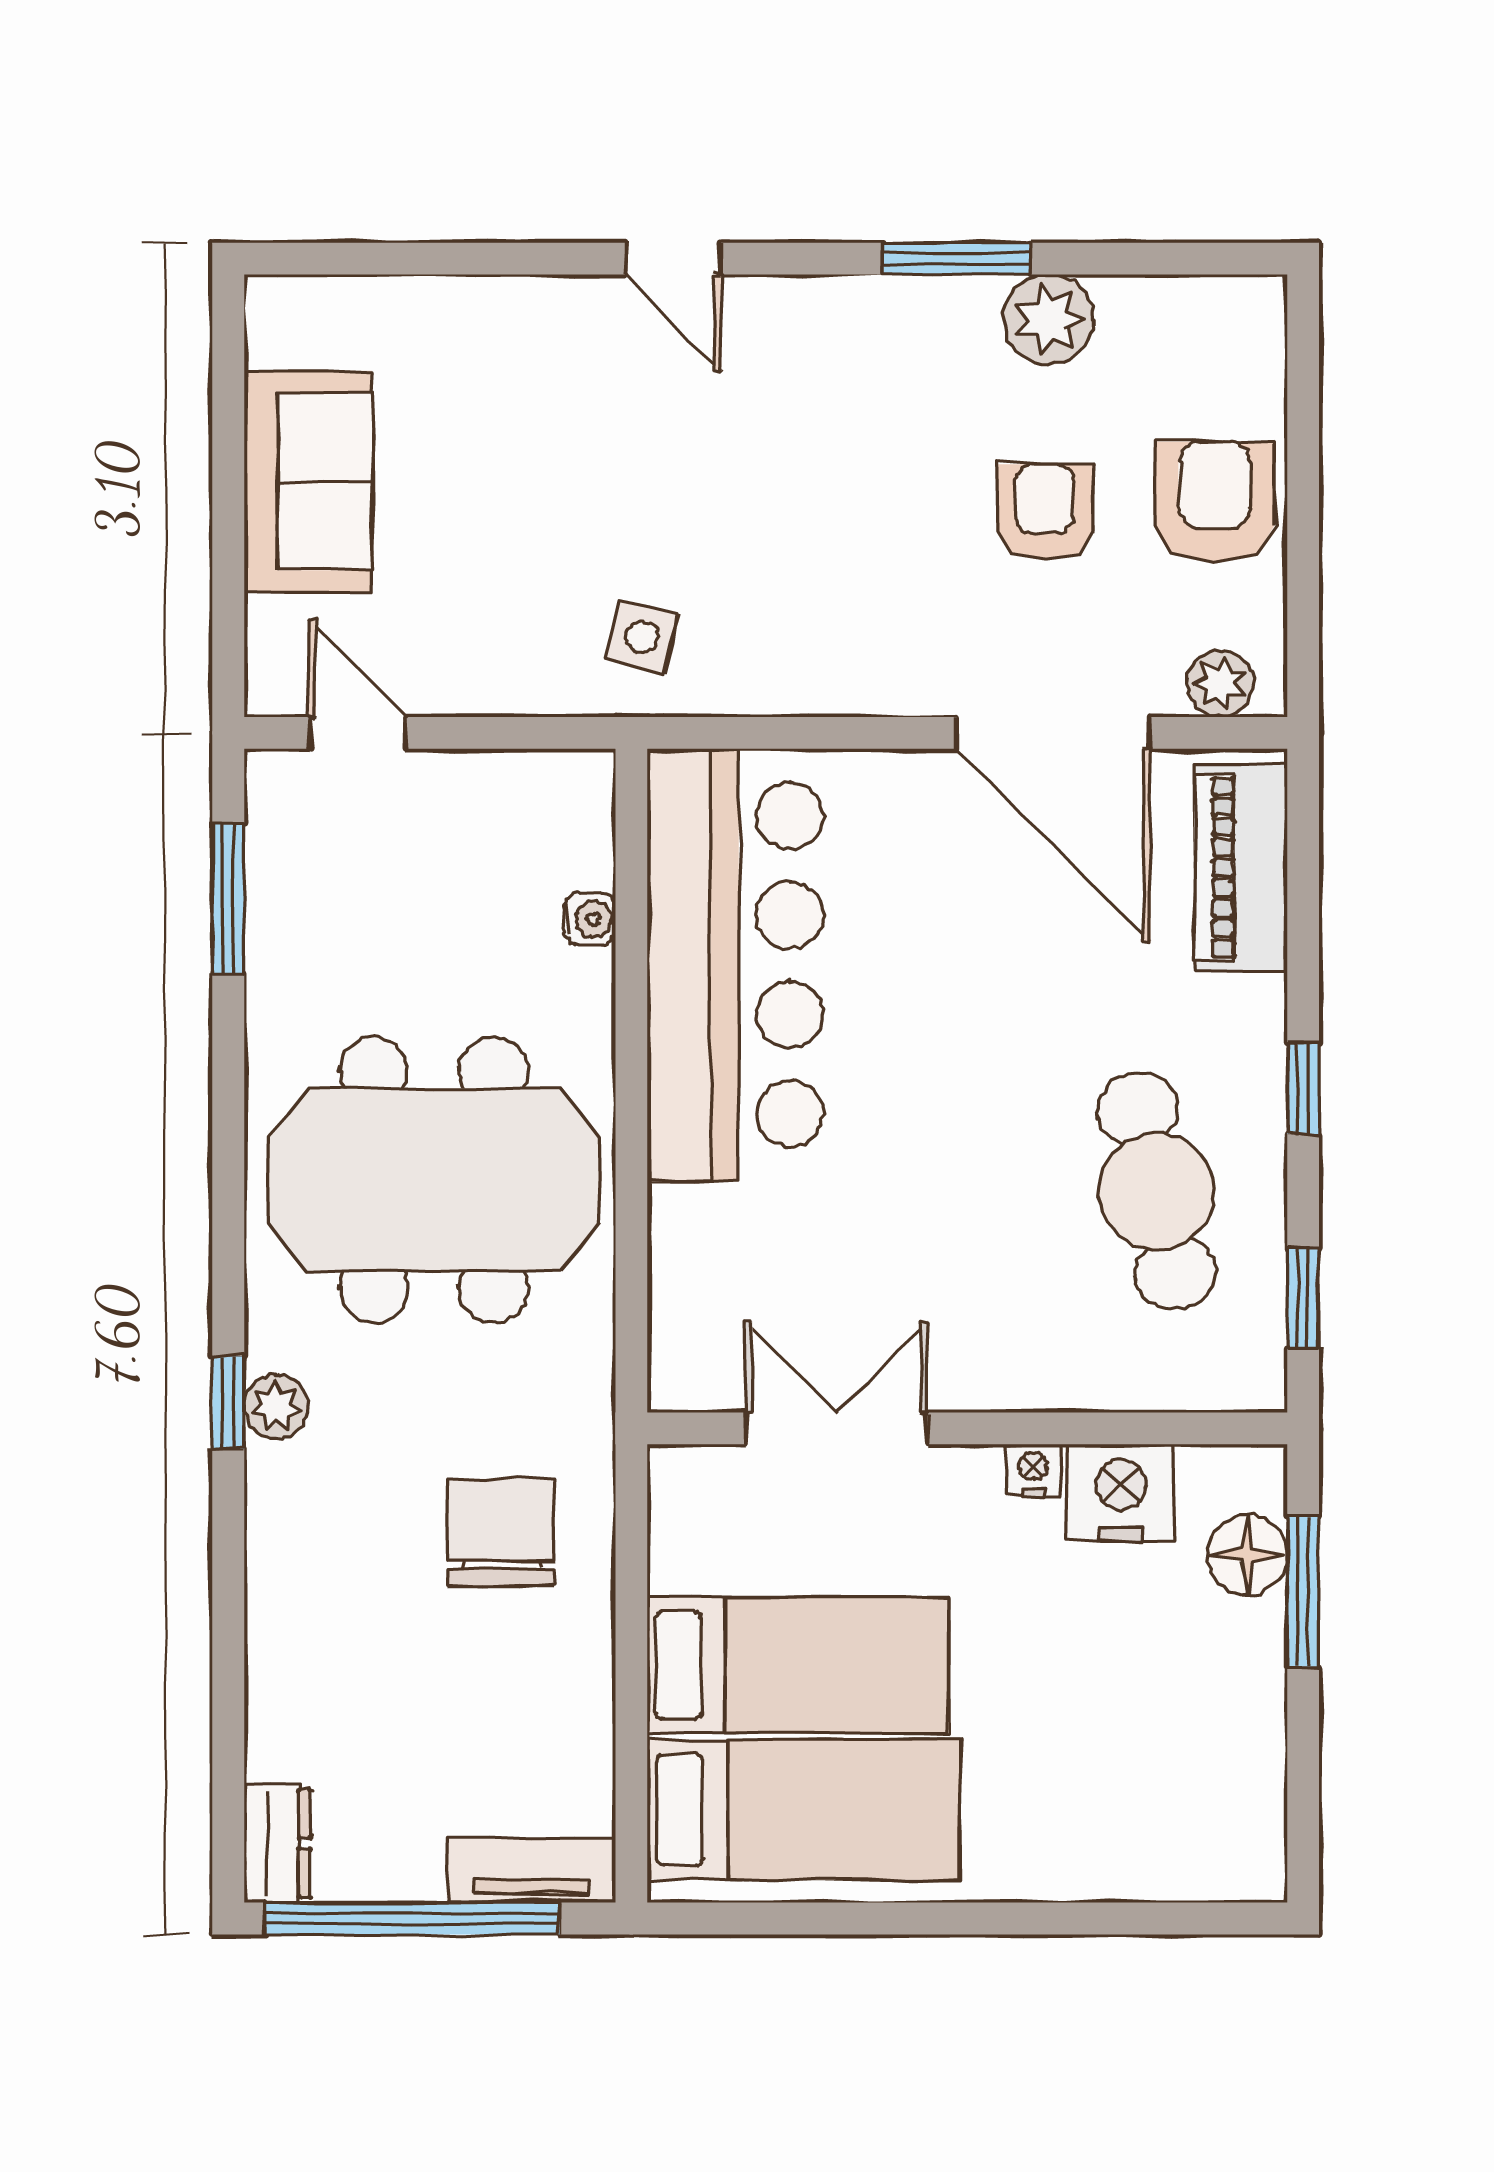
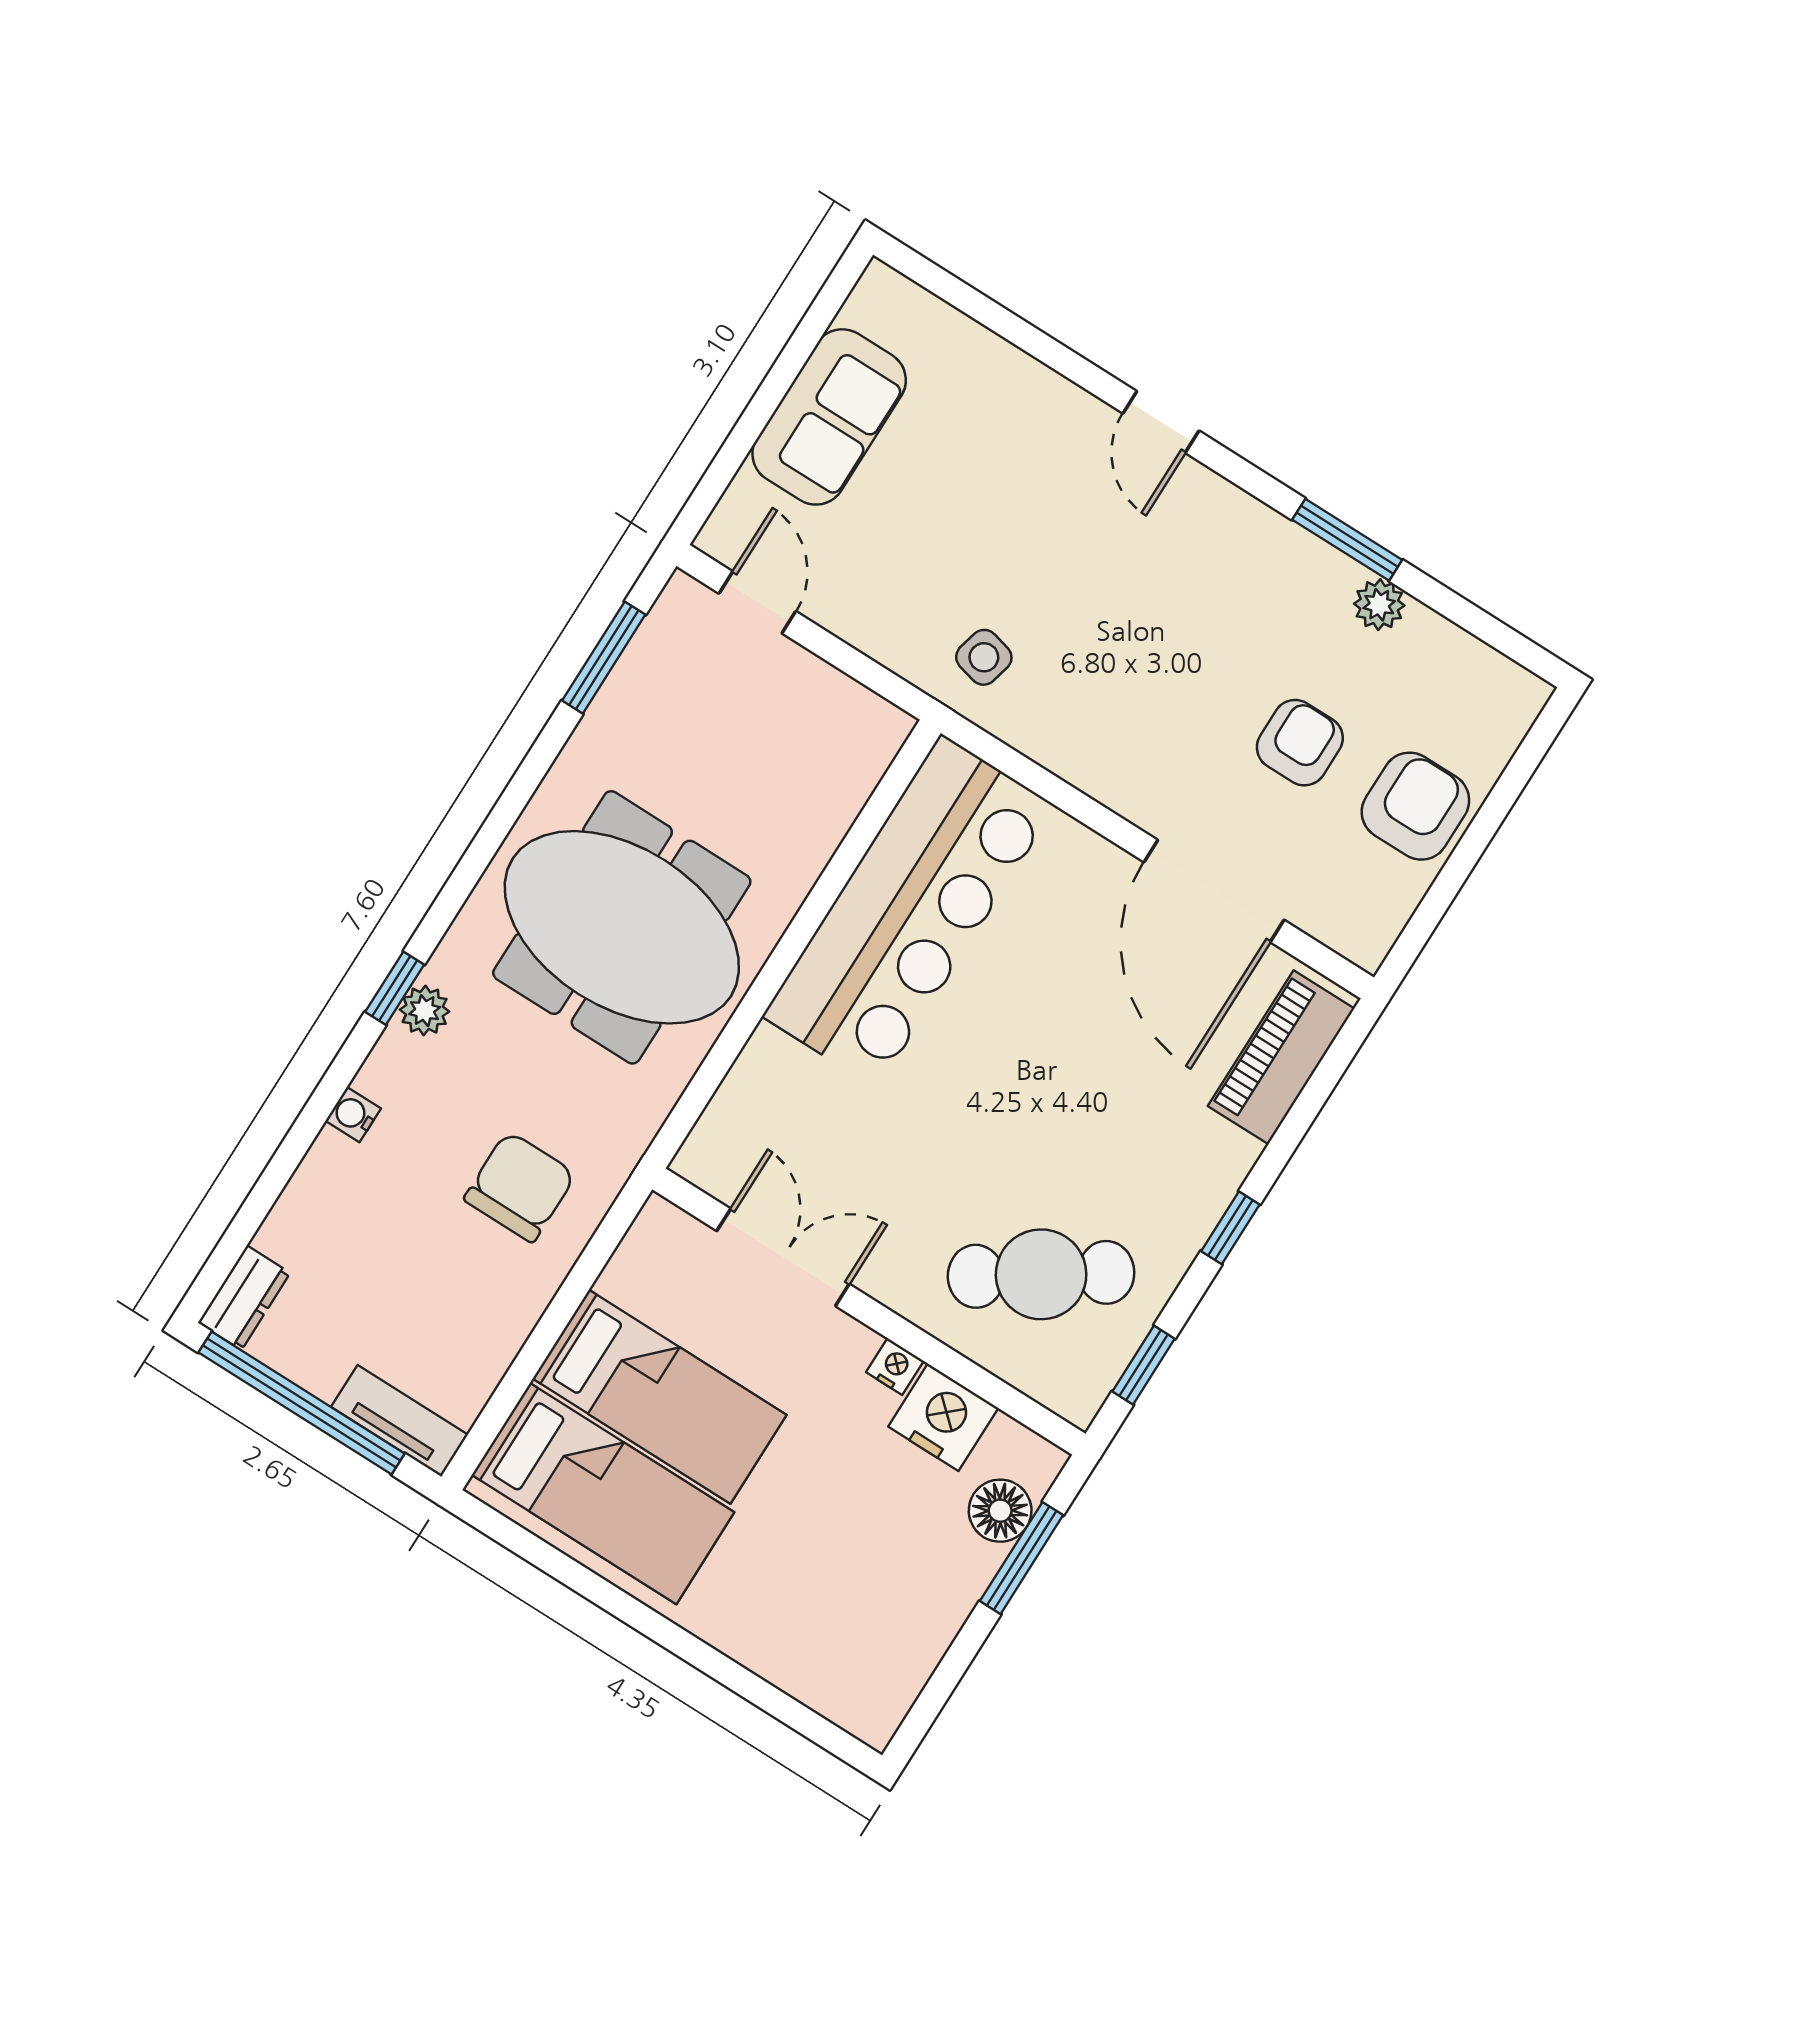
plant: (1049, 319) -> (1379, 605), width x0.73, depth x0.73
plant: (1220, 684) -> (1344, 928), removed
water cooler: (590, 919) -> (353, 1115), moved, turned 180
cafe table: (1157, 1191) -> (1041, 1274), moved, turned 69

